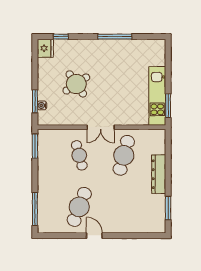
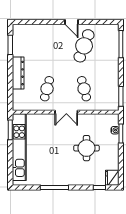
round table: (76, 84) -> (87, 148), turned 34
kitchen unit: (157, 96) -> (19, 147), width x1.36
double door: (101, 127) -> (66, 112), swing flipped
cafe table: (124, 155) -> (47, 89), width x0.73, depth x0.74

